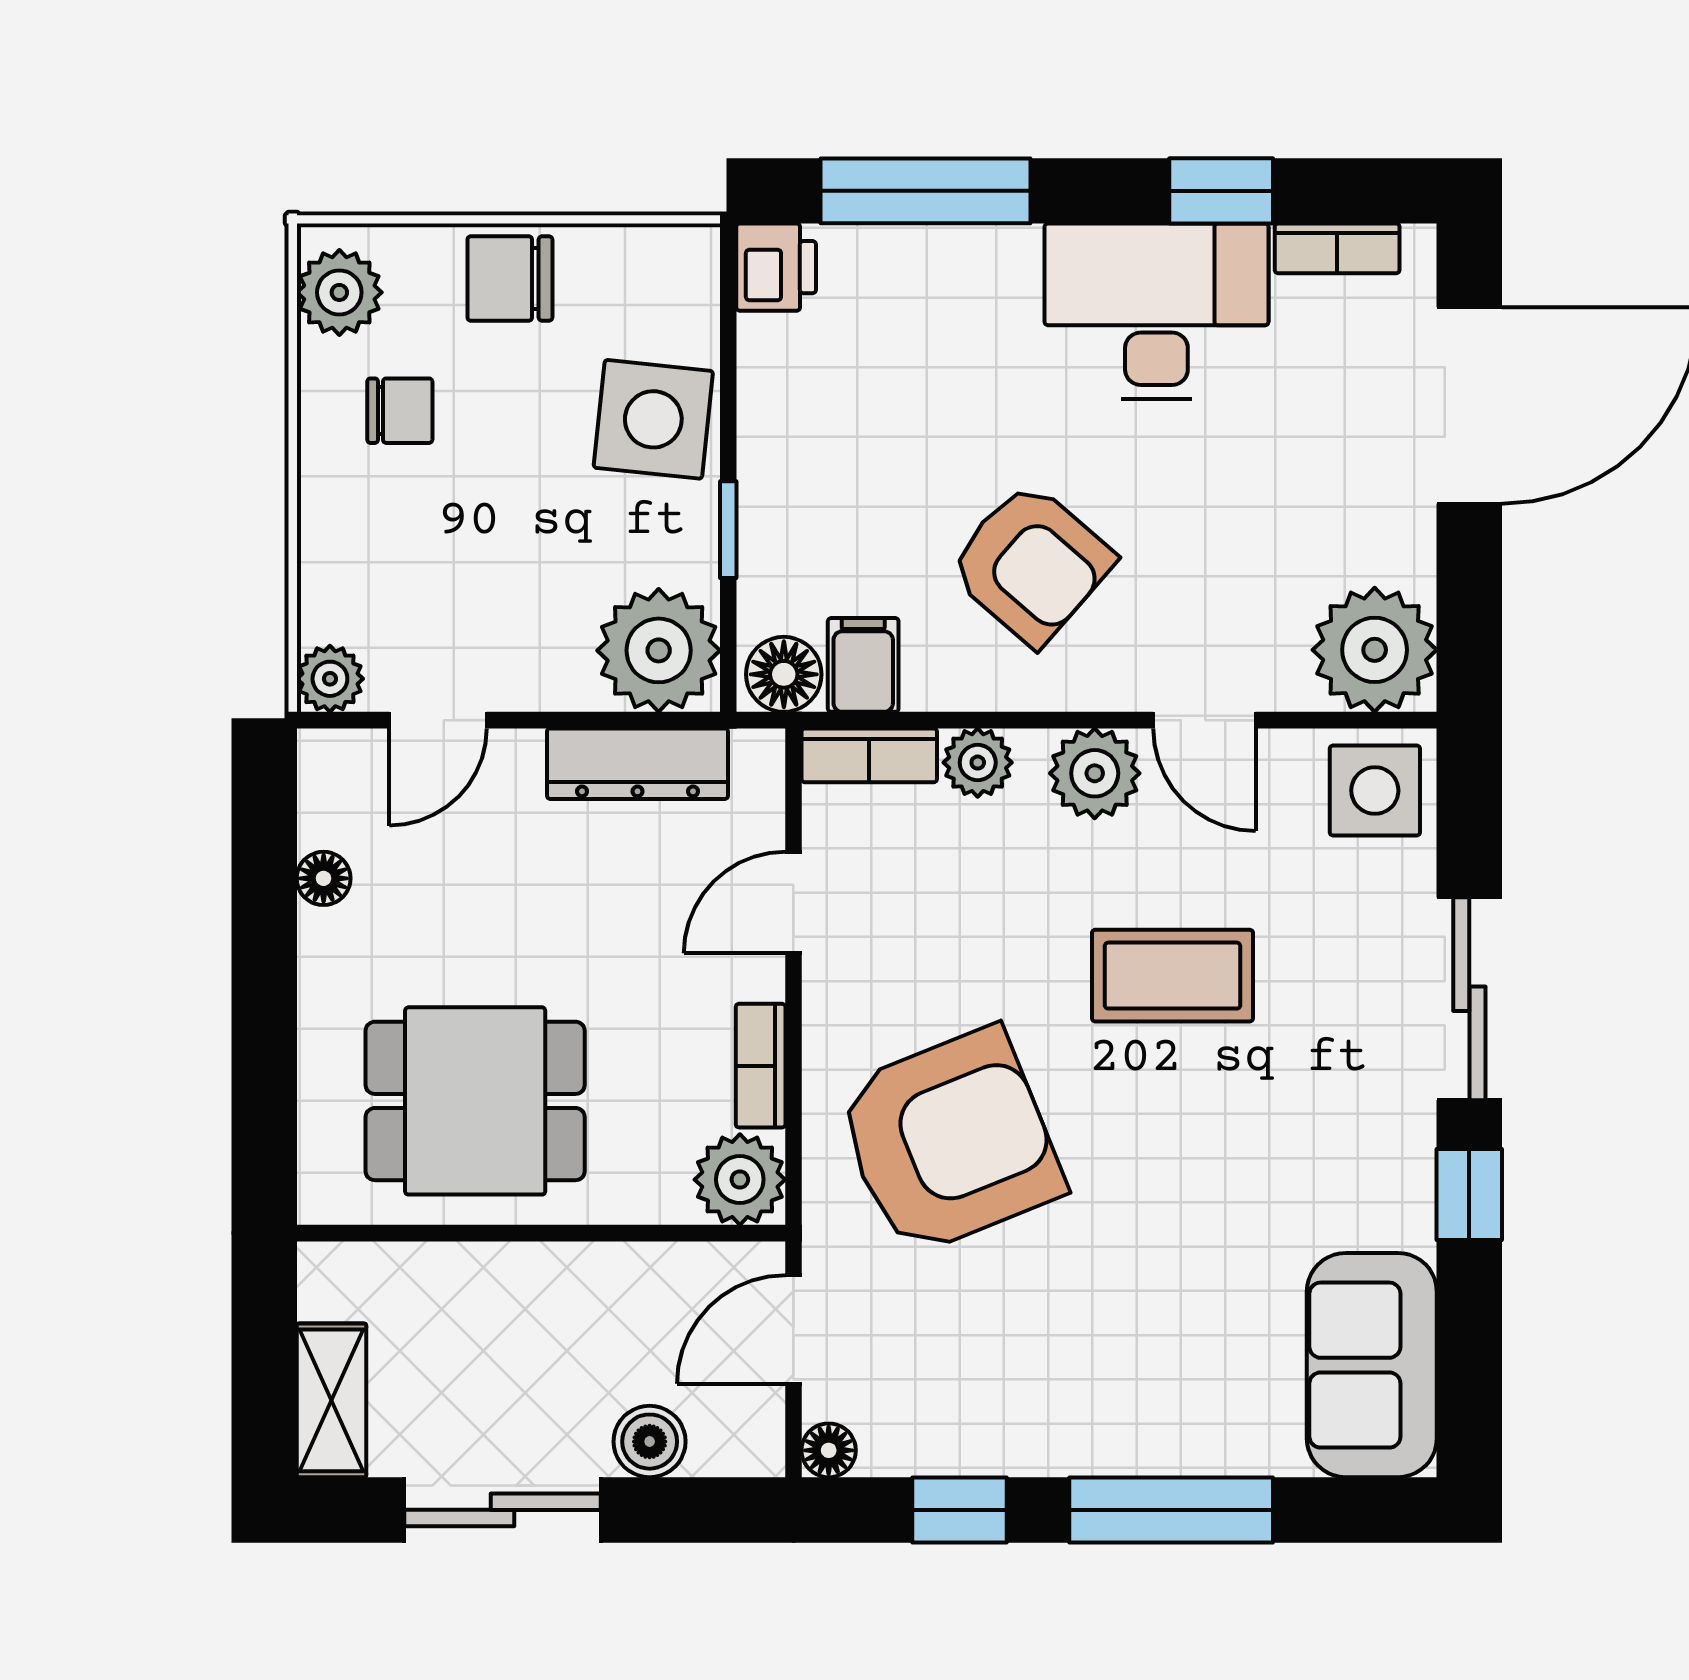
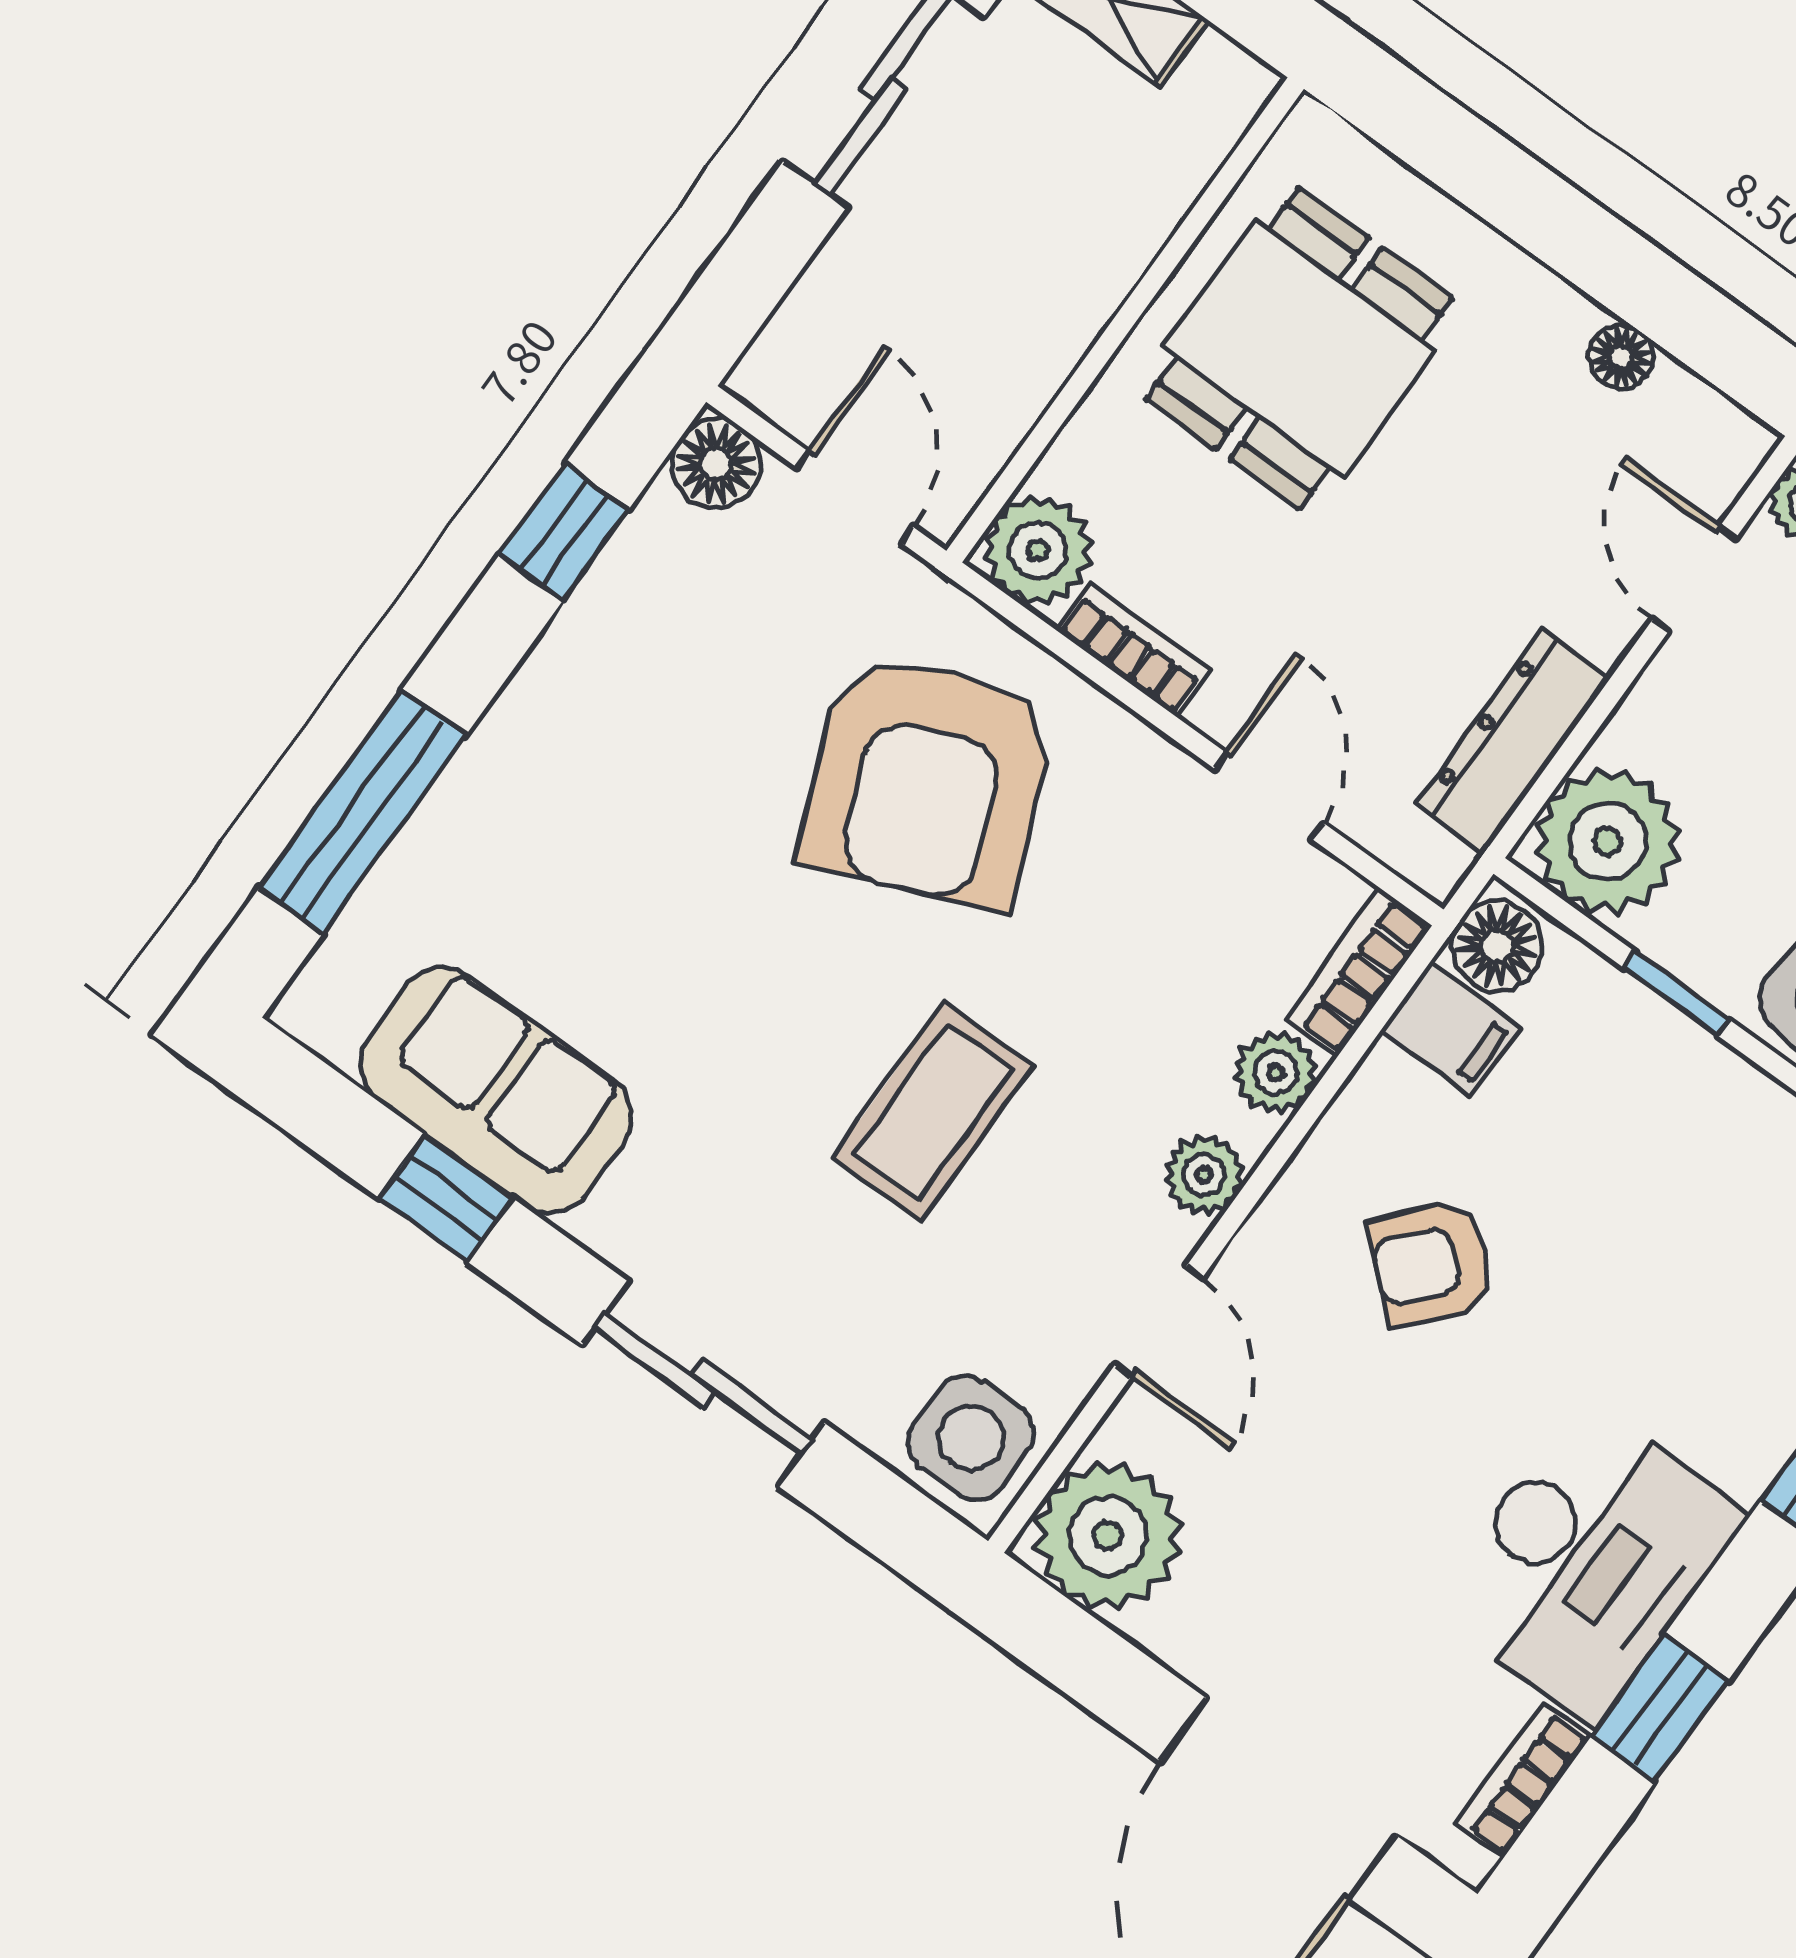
armchair: (1031, 564) -> (1431, 1263), width x0.72, depth x0.72
door: (1204, 720) -> (1158, 1322), swing flipped
plant: (1095, 773) -> (1204, 1175), width x0.73, depth x0.73
window: (1469, 1194) -> (446, 1198), moved
sofa: (1372, 1365) -> (496, 1090), moved
boiler: (650, 1442) -> (847, 279), removed
floor lamp: (829, 1450) -> (716, 464), width x1.37, depth x1.37
window: (1171, 1510) -> (362, 812), moved

